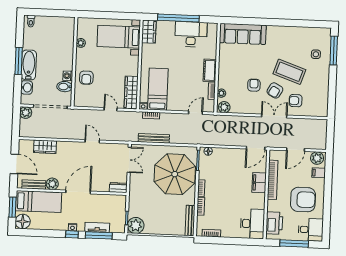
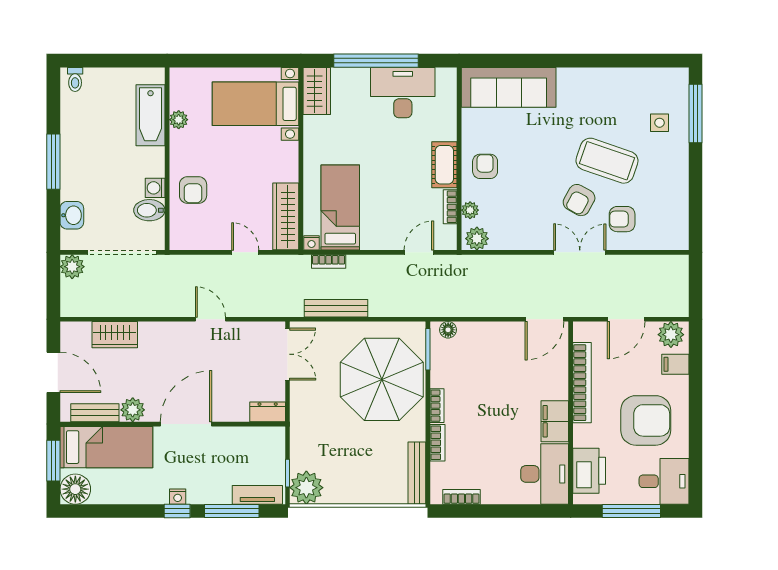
bathtub: (29, 65) -> (150, 115), moved, turned 180
armchair: (254, 85) -> (485, 166), moved
filing cabinet: (259, 183) -> (555, 421), moved
tv unit: (97, 227) -> (257, 495), moved

